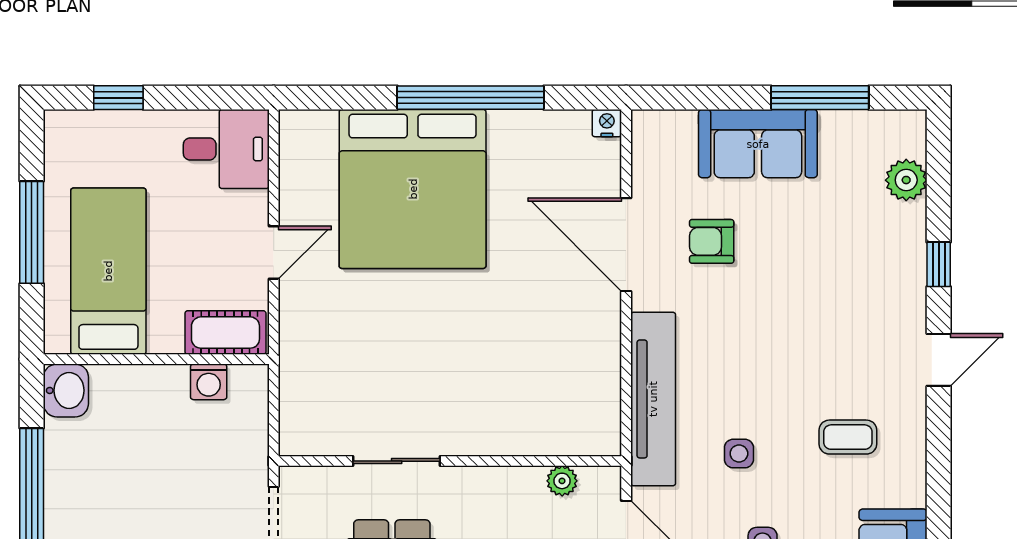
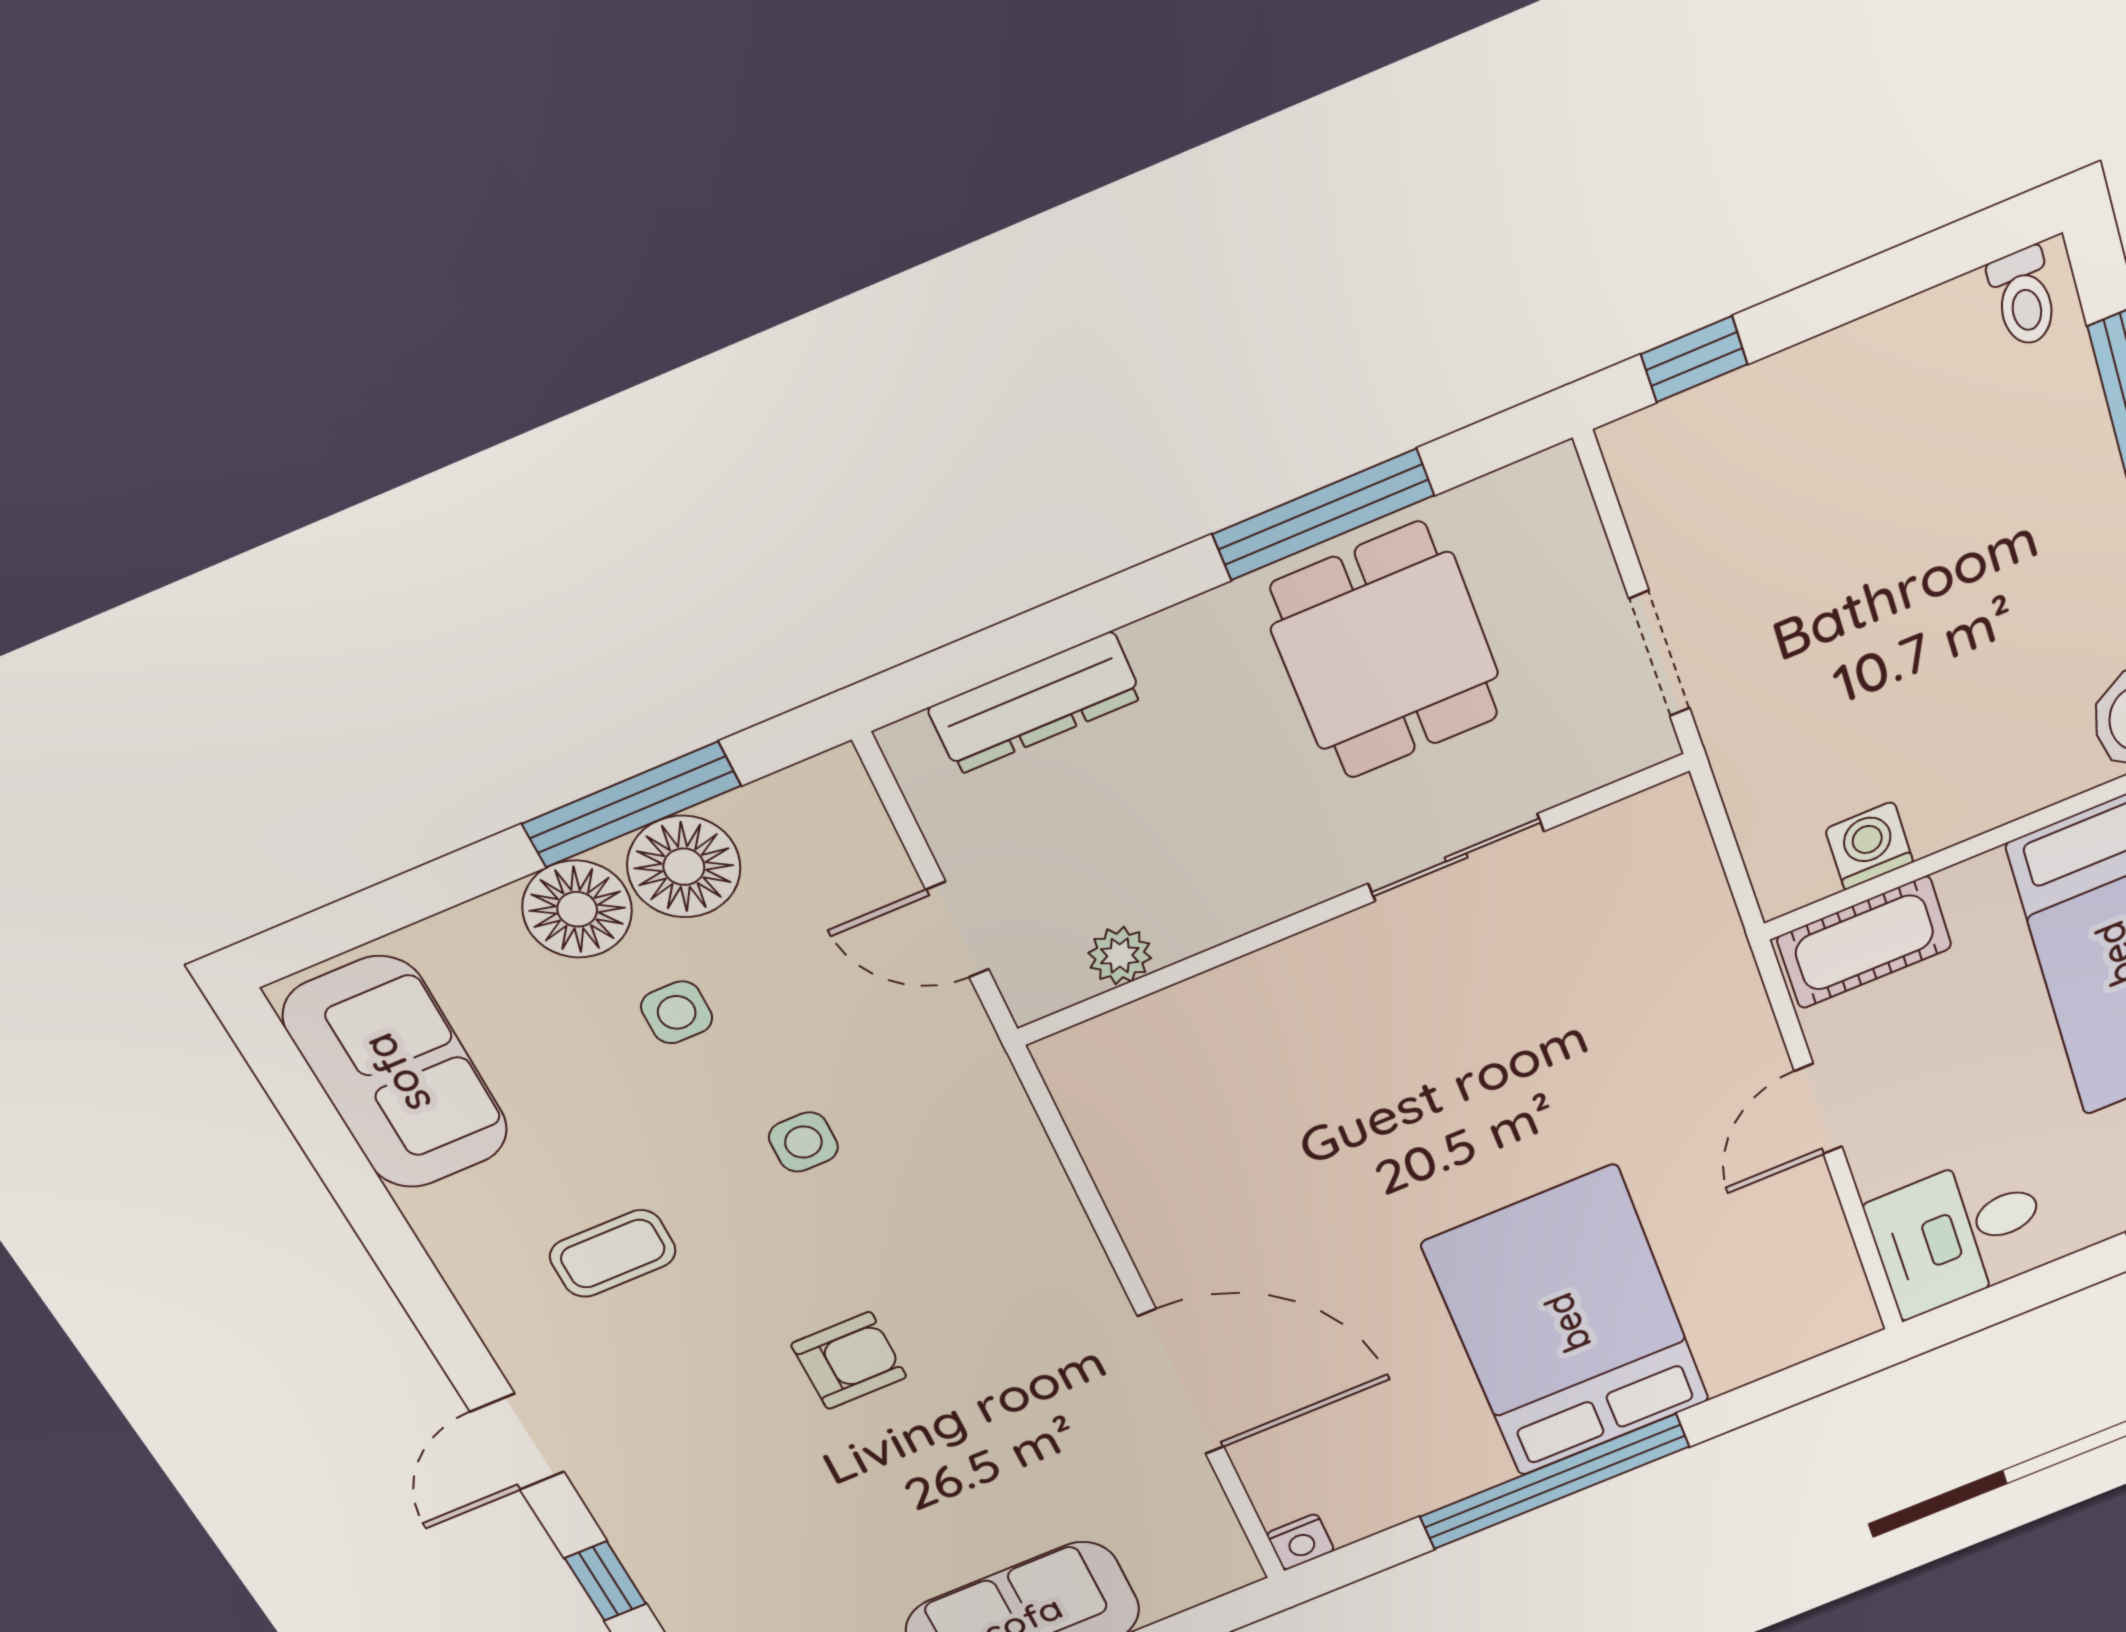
bed: (413, 189) -> (1567, 1323), width x0.73
armchair: (712, 241) -> (849, 1361), moved
tv unit: (653, 399) -> (1012, 1164), removed

